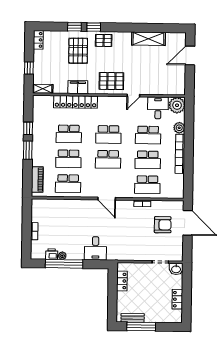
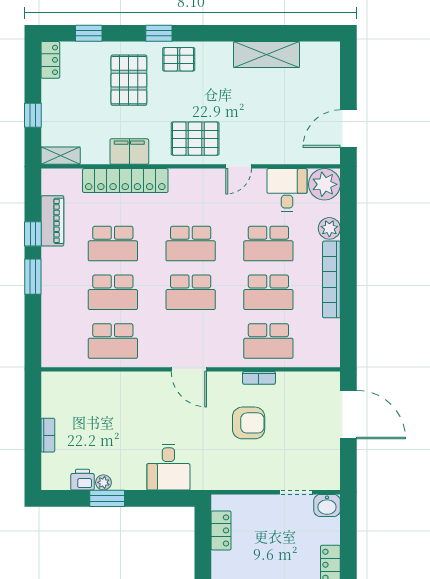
window: (74, 27) -> (89, 33), moved
door: (190, 55) -> (348, 129), moved
piano: (37, 180) -> (52, 221), moved
armchair: (163, 225) -> (249, 423), moved
window: (64, 264) -> (107, 498), width x0.47

